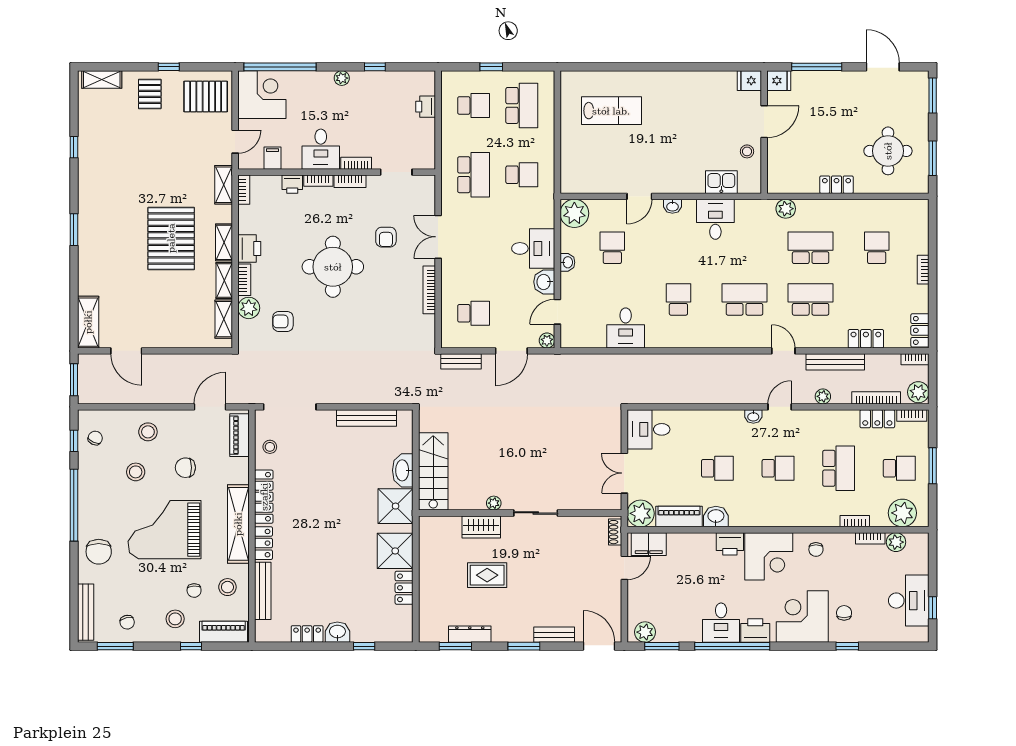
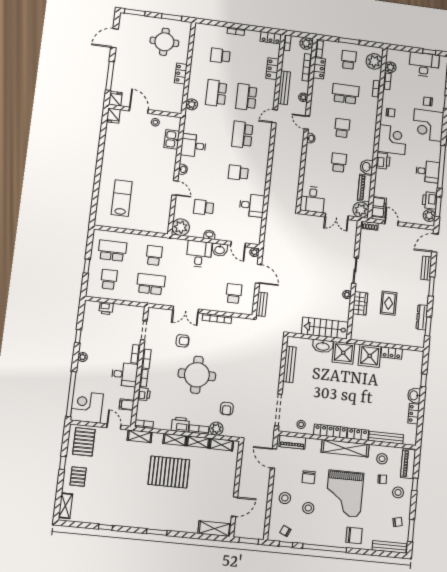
pallet: (150, 94) -> (78, 477), turned 90
printer: (755, 631) -> (430, 200), moved

